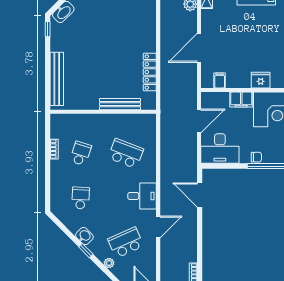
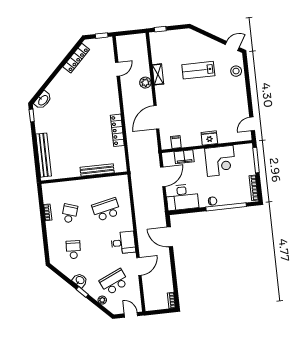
locker: (150, 72) -> (117, 130), moved
filing cabinet: (241, 99) -> (184, 157), moved
school desk: (126, 153) -> (106, 210), turned -33

